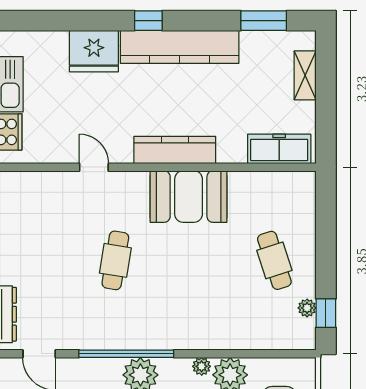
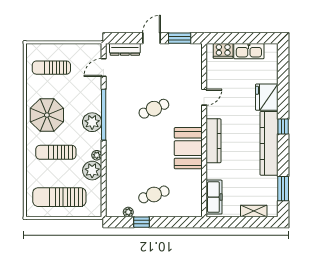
cafe table: (115, 260) -> (154, 109), turned -33
window: (326, 313) -> (141, 222), moved

